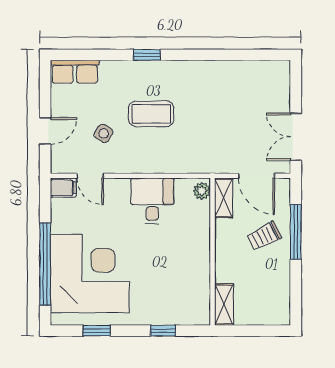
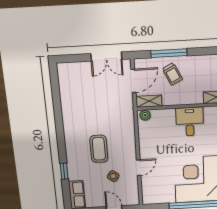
window: (147, 55) -> (64, 171), moved
door: (90, 176) -> (139, 168), moved
filing cabinet: (63, 188) -> (148, 197), removed
desk: (152, 201) -> (190, 122), moved, turned 90

